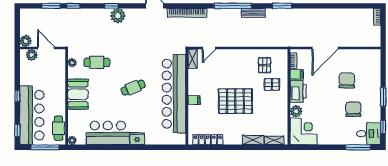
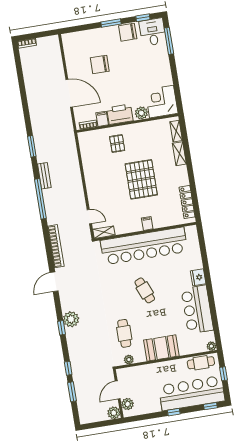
pallet: (265, 65) -> (98, 155), removed
chair: (353, 109) -> (128, 32), moved
window: (45, 147) -> (223, 374), width x0.46

